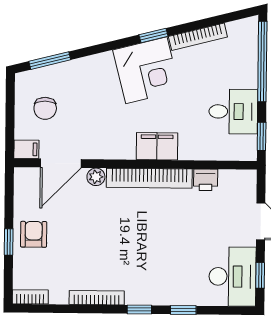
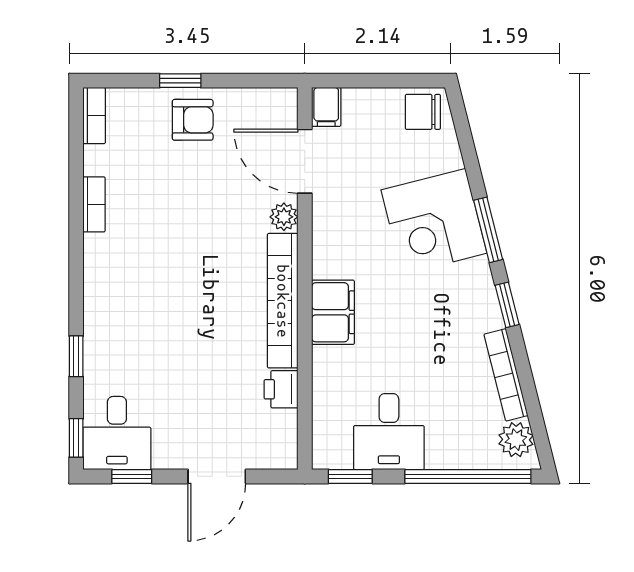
plant: (239, 31) -> (516, 440), added
window: (50, 61) -> (488, 230), moved
corner desk: (146, 70) -> (434, 222), moved
chair: (45, 108) -> (423, 112), moved
desk: (232, 277) -> (117, 433), width x0.73
bookcase: (97, 298) -> (94, 204), width x0.64
window: (139, 310) -> (76, 438), moved

